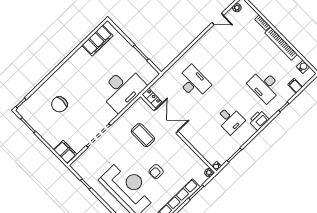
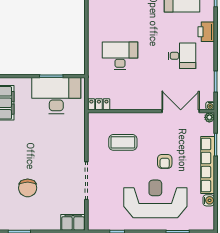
desk: (123, 89) -> (56, 96), moved, turned -90
double door: (166, 121) -> (181, 111), moved

